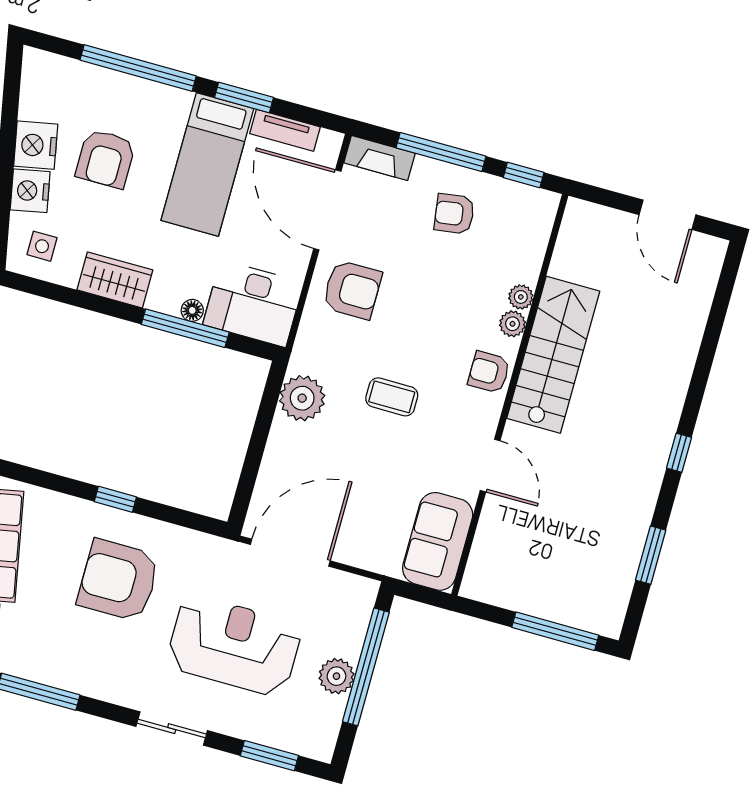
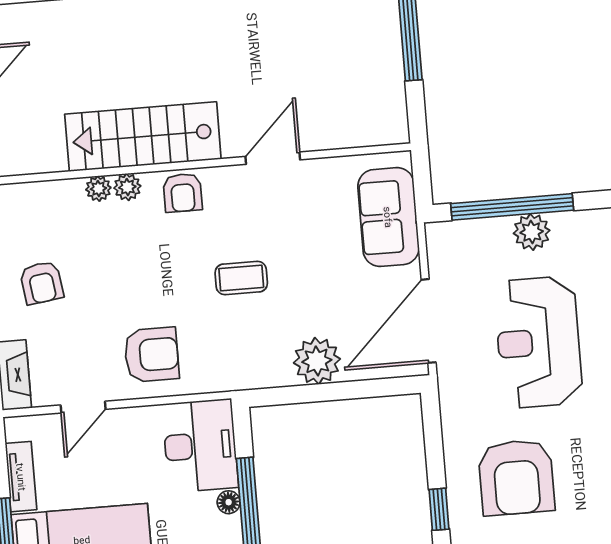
door: (327, 210) -> (83, 407), width x0.53
armchair: (352, 290) -> (152, 355), turned 90
coffee table: (392, 397) -> (241, 278), turned 90
plant: (302, 398) -> (317, 361), moved
sofa: (438, 541) -> (388, 217), moved, turned 90
door: (290, 553) -> (429, 321), hinge flipped

